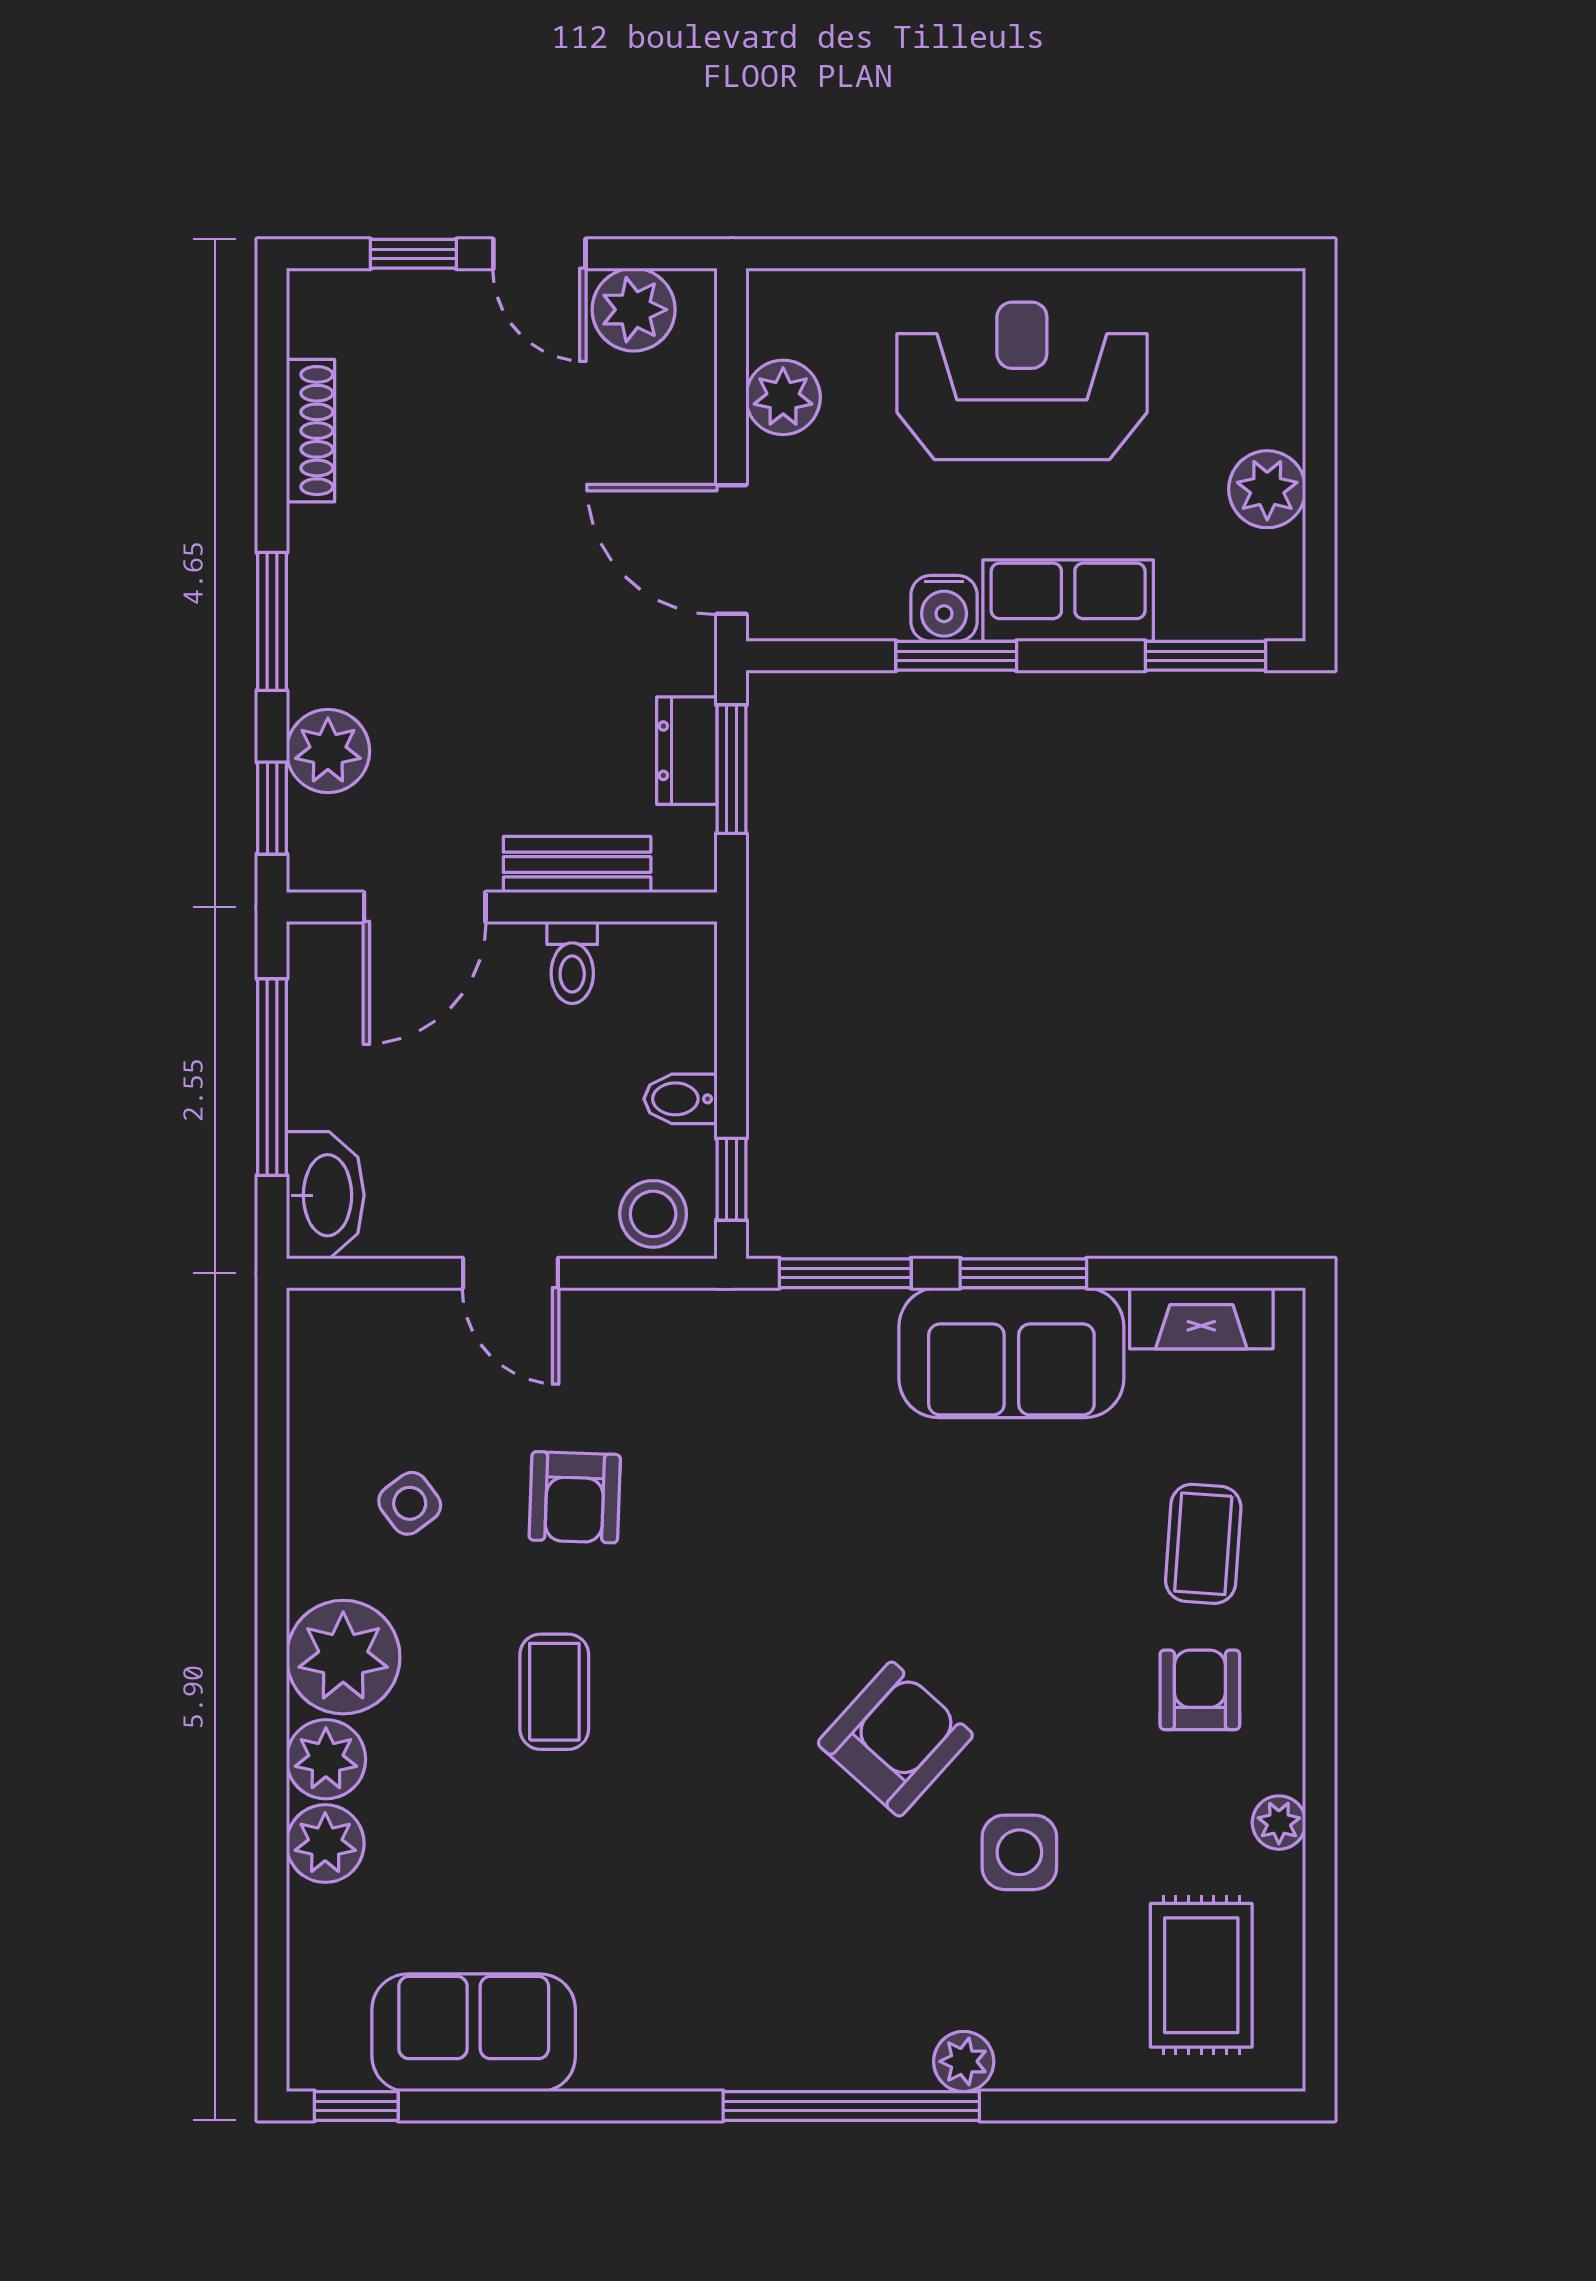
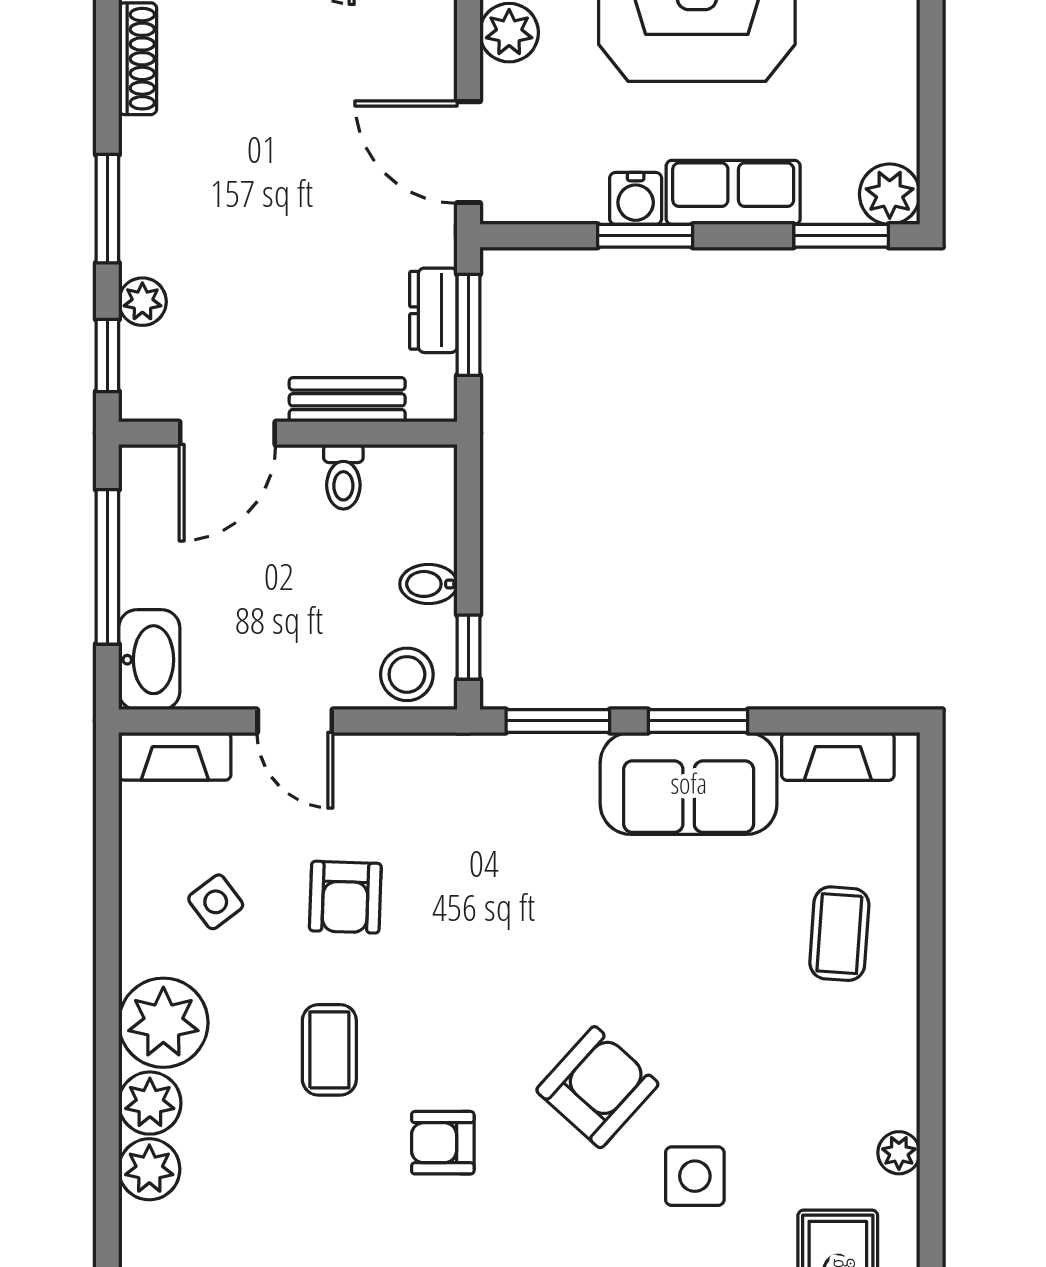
plant: (1267, 489) -> (890, 194), moved
plant: (328, 751) -> (142, 302), width x0.73, depth x0.73
fireplace: (358, 1318) -> (175, 756), added
armchair: (1200, 1690) -> (443, 1143), moved, turned -90

